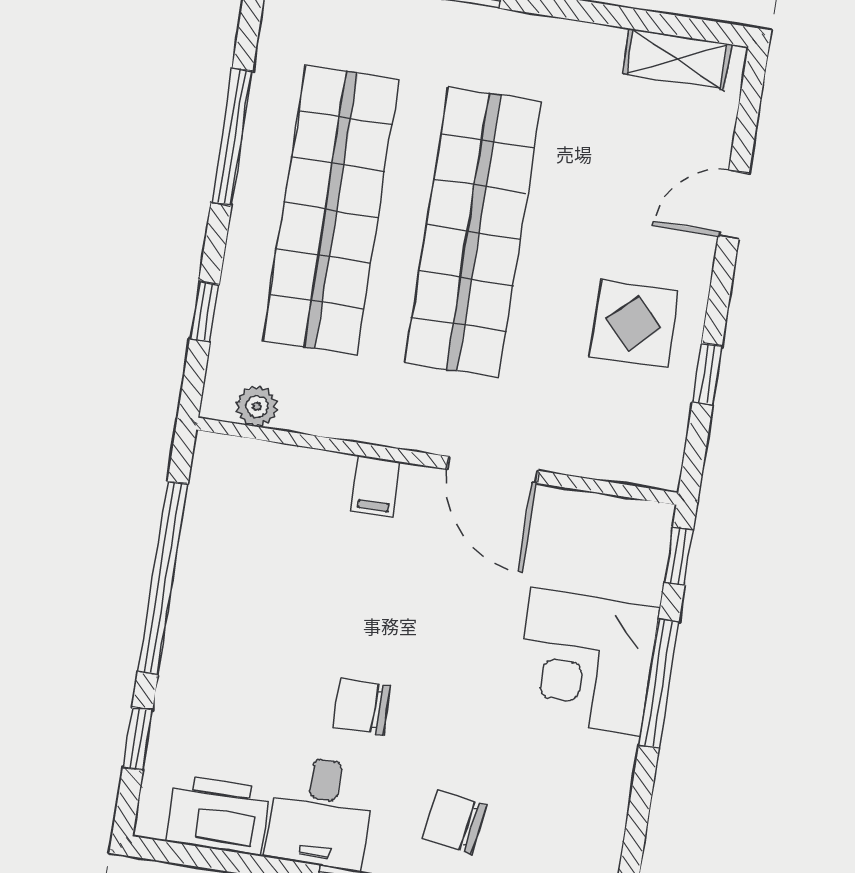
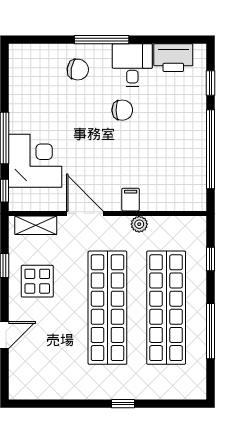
shelving: (677, 59) -> (36, 225), moved
plant: (257, 406) -> (139, 224), moved
corner desk: (586, 662) -> (35, 161), moved

